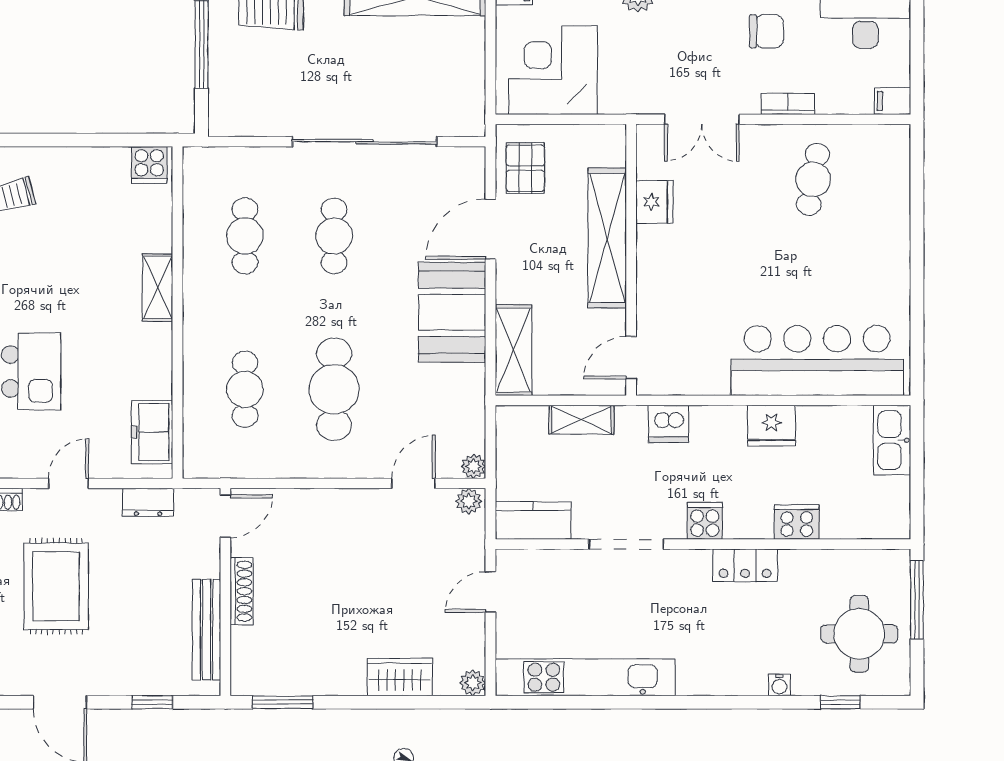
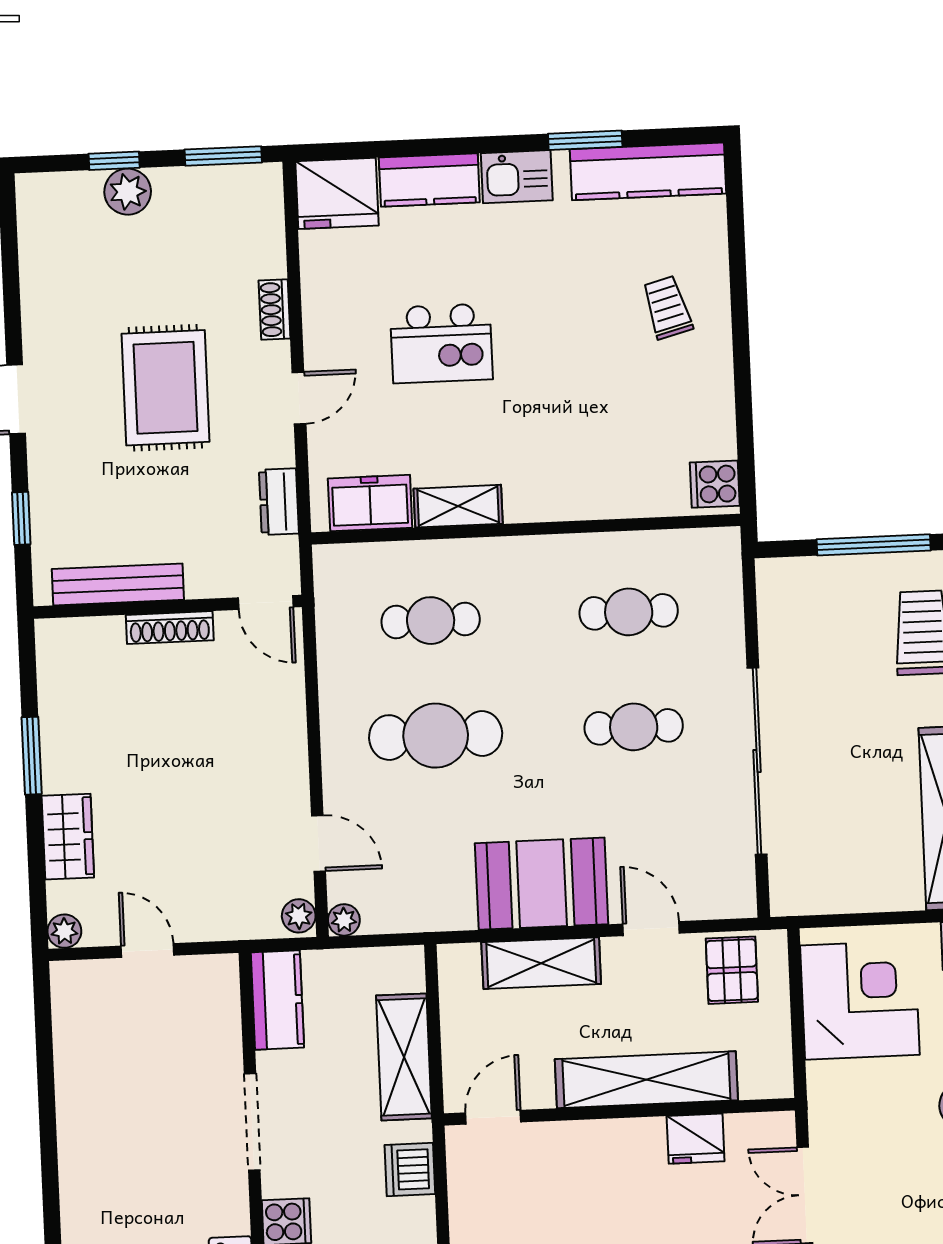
pallet: (525, 168) -> (732, 970), turned 90
door: (491, 229) -> (651, 929), width x0.73
shelving: (158, 288) -> (458, 506), moved
shelving: (514, 350) -> (541, 963), moved
door: (631, 358) -> (493, 1117), hinge flipped
shelving: (581, 420) -> (404, 1057), width x1.50, depth x1.33
door: (69, 483) -> (299, 398), hinge flipped
rug: (56, 586) -> (165, 388), turned 90
door: (491, 592) -> (147, 951), moved
kitchen unit: (585, 677) -> (78, 1076), removed
window: (283, 702) -> (32, 756), moved

